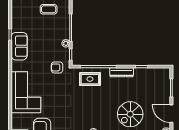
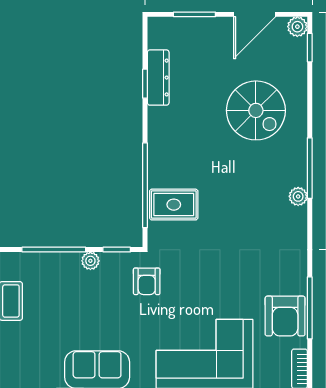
dresser: (122, 72) -> (158, 78), moved
rug: (90, 79) -> (174, 205), turned 90

